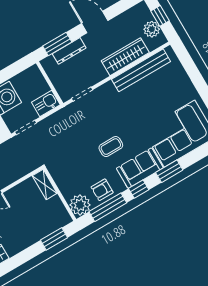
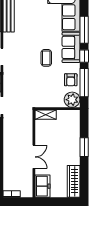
window: (169, 171) -> (84, 30), width x1.44
window: (54, 239) -> (84, 147), moved

